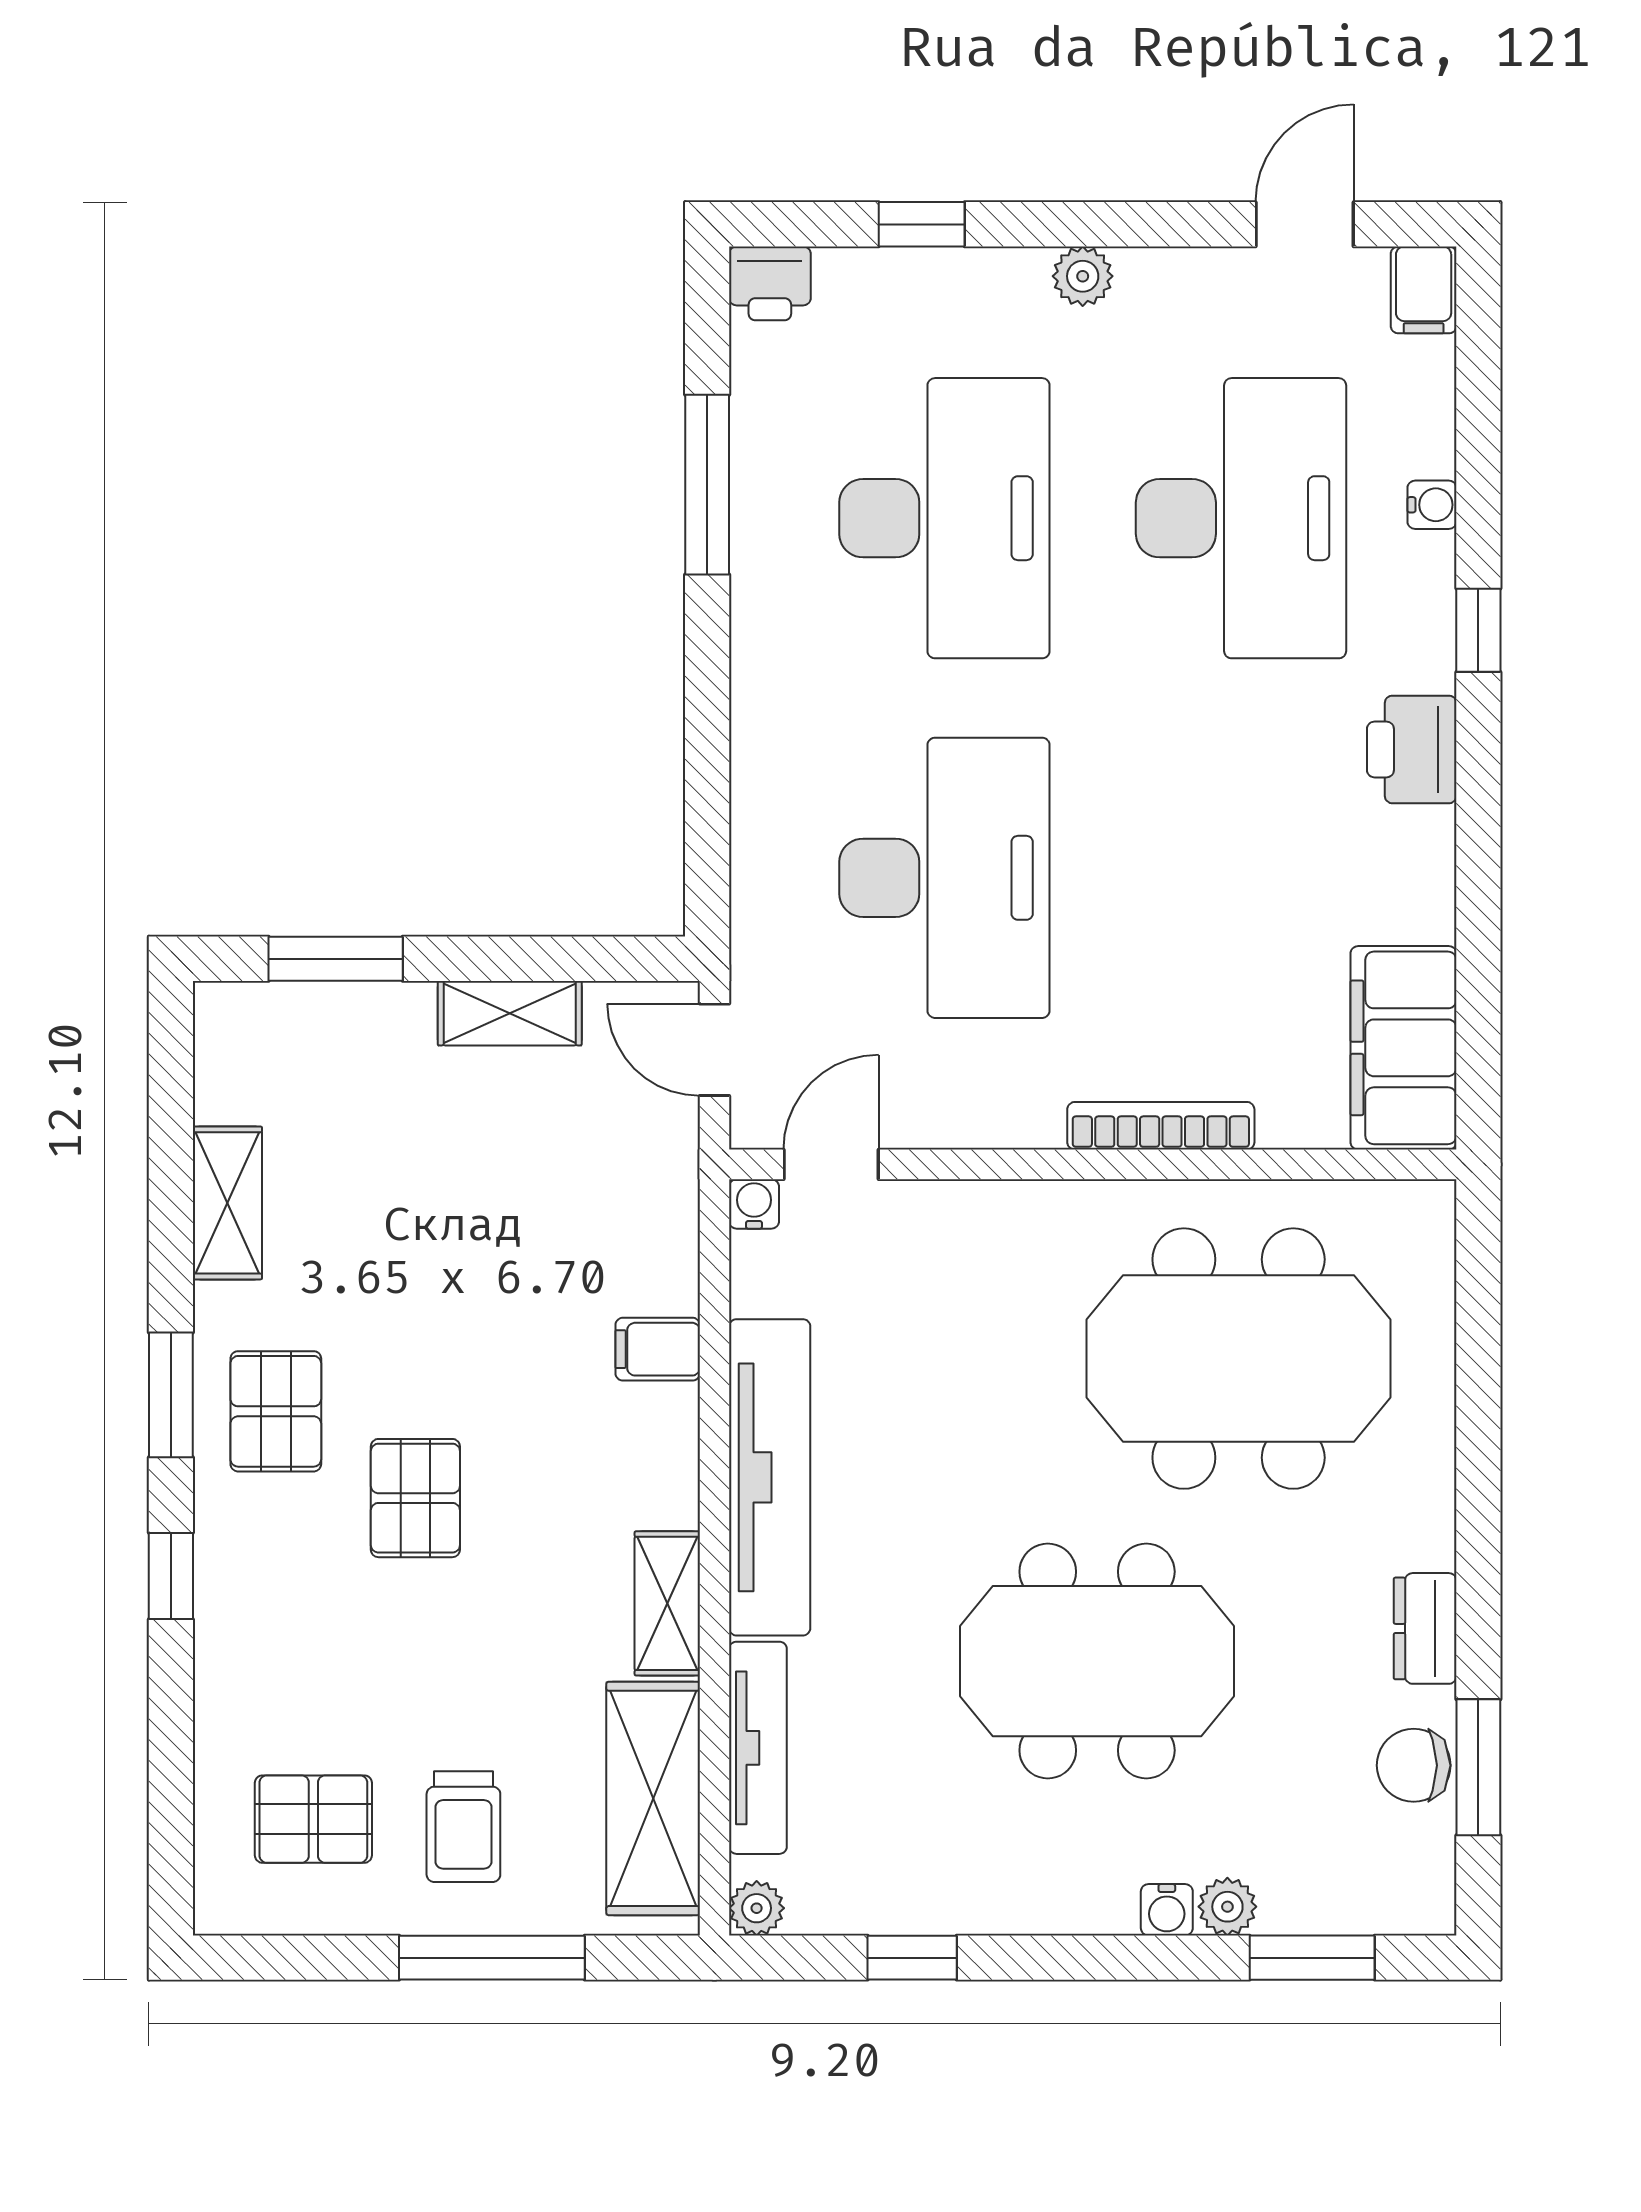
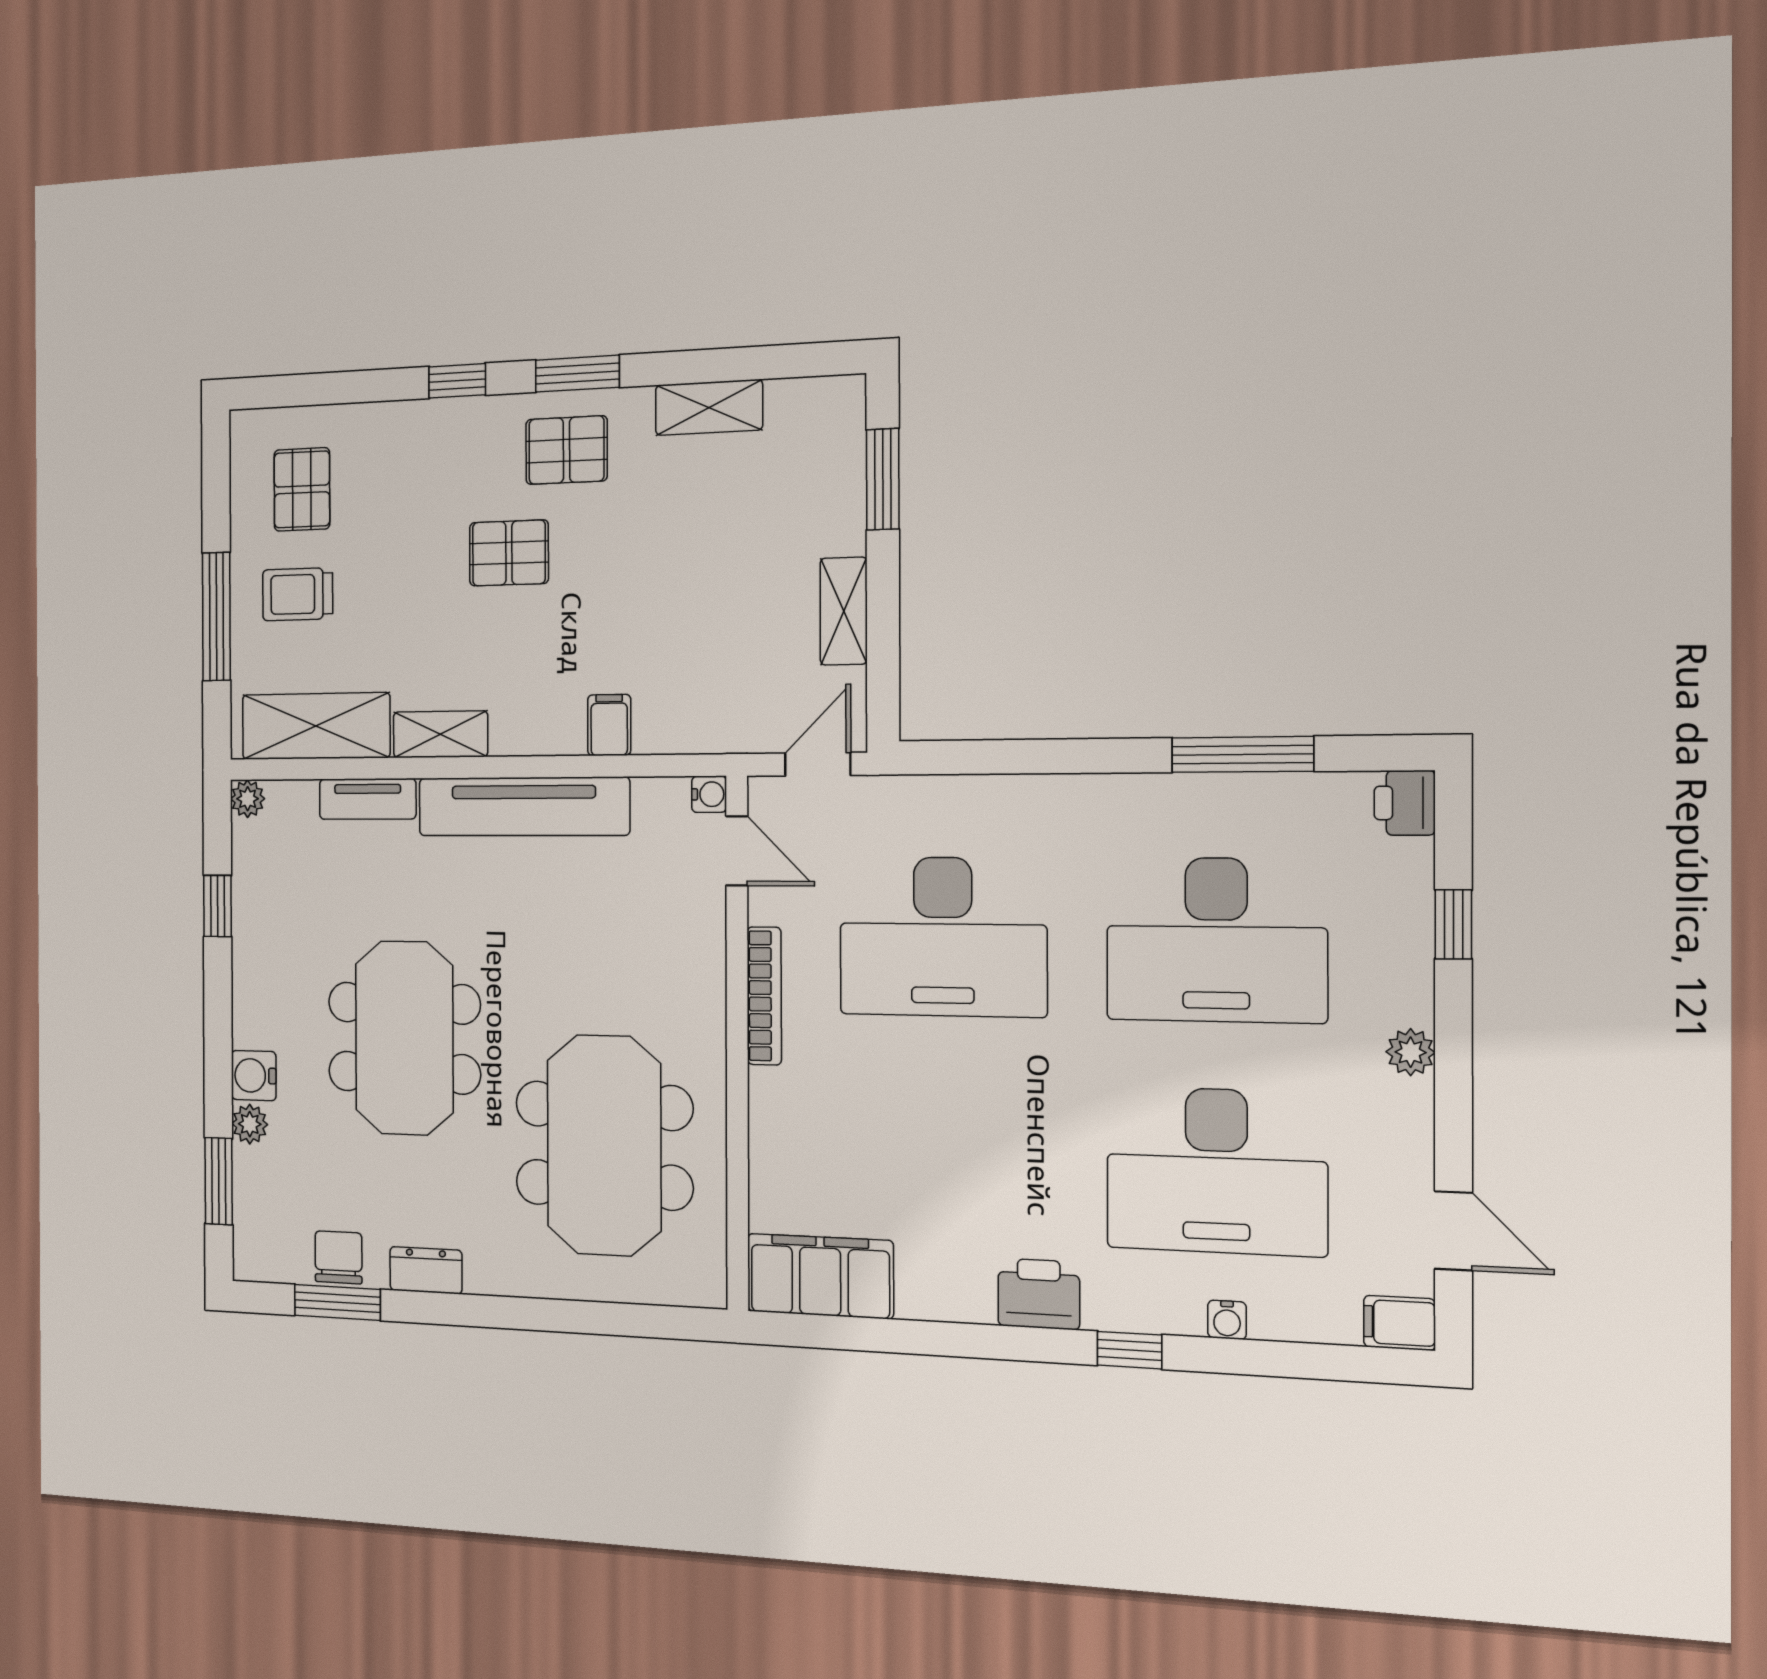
bookcase: (1161, 1126) -> (764, 996), moved
tv unit: (758, 1748) -> (368, 799), width x0.71
water cooler: (1167, 1910) -> (254, 1076), width x1.38, depth x1.38

